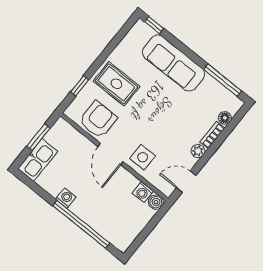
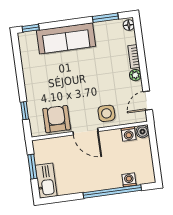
window: (222, 80) -> (105, 18), width x0.69
rug: (116, 84) -> (45, 86), removed
floor lamp: (225, 118) -> (129, 25), moved
washing machine: (66, 198) -> (129, 180), moved

